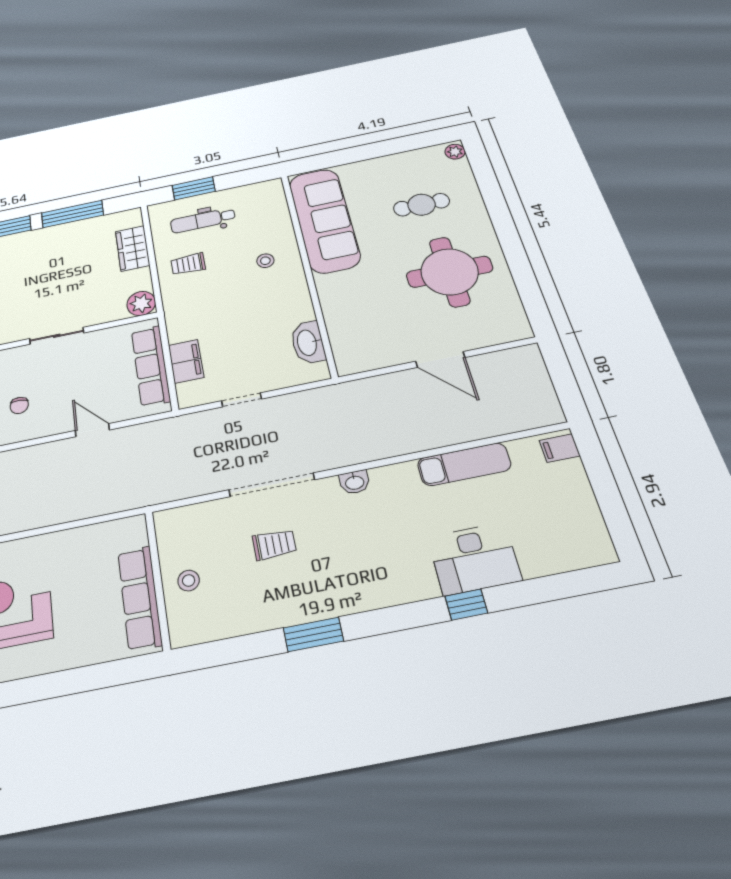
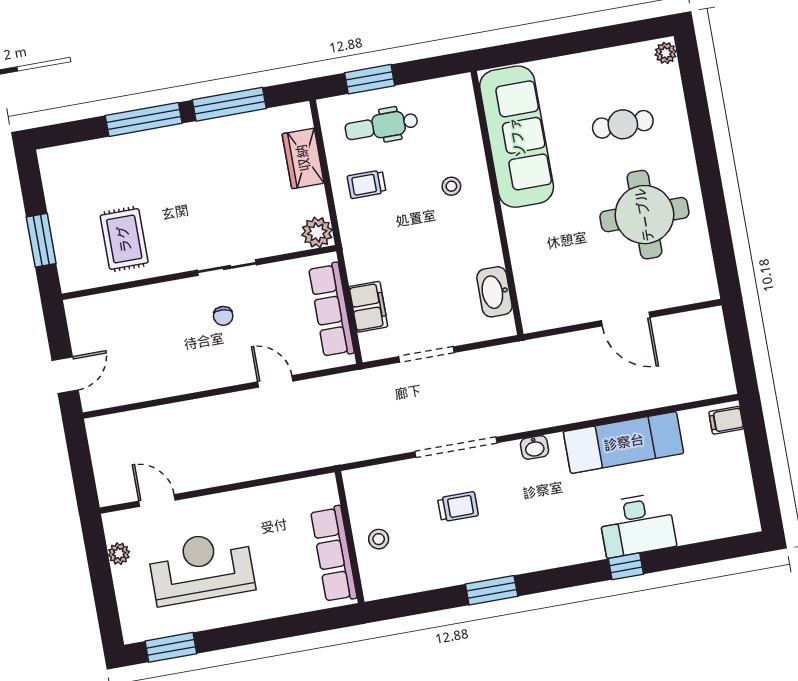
doorway: (242, 400) -> (426, 354), width x1.38
chair: (19, 405) -> (223, 316), moved
exam couch: (464, 464) -> (624, 442), width x1.36, depth x1.45

